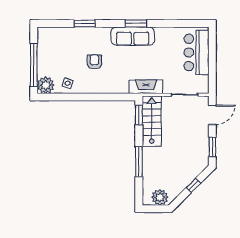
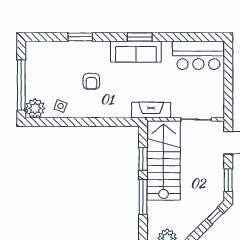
bar counter: (197, 52) -> (198, 55), moved, turned -90
armchair: (94, 62) -> (91, 81), turned 180
window: (139, 115) -> (143, 159), moved
stairs: (152, 121) -> (164, 161), width x1.36, depth x1.51
window: (193, 185) -> (215, 216), moved

